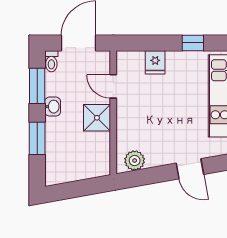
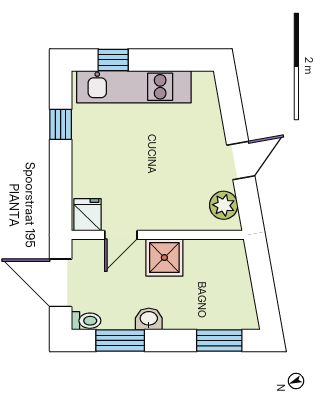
fridge: (155, 62) -> (87, 215), moved, turned -90
window: (37, 138) -> (219, 340), moved
door: (190, 169) -> (241, 160), moved

